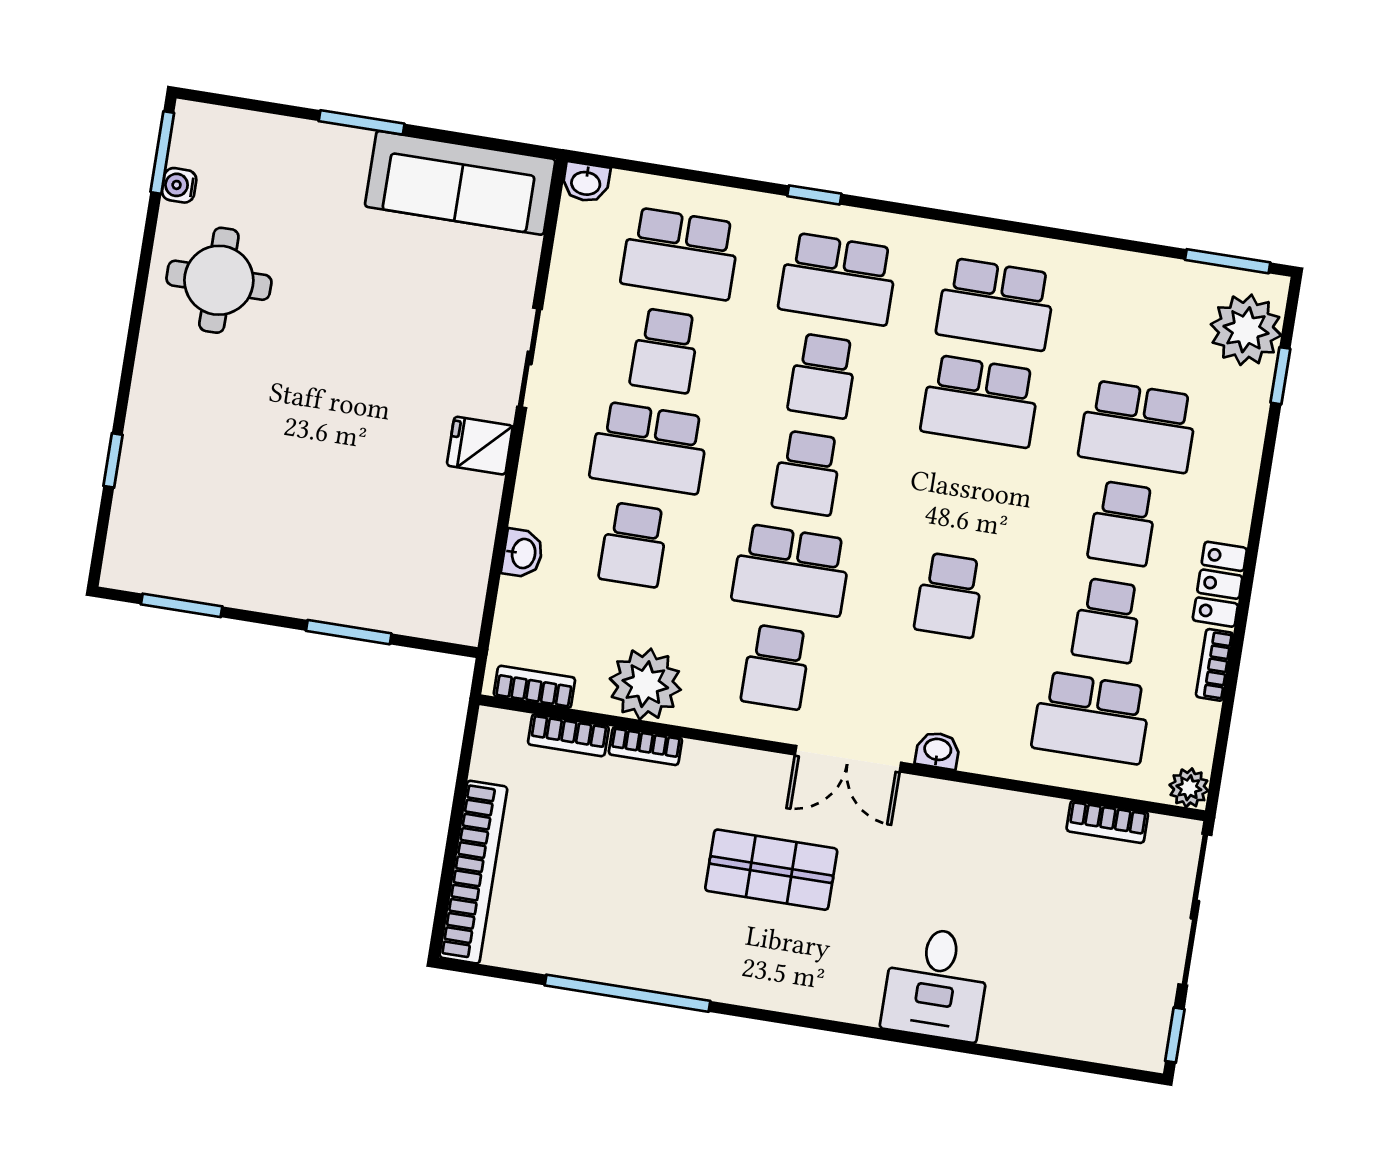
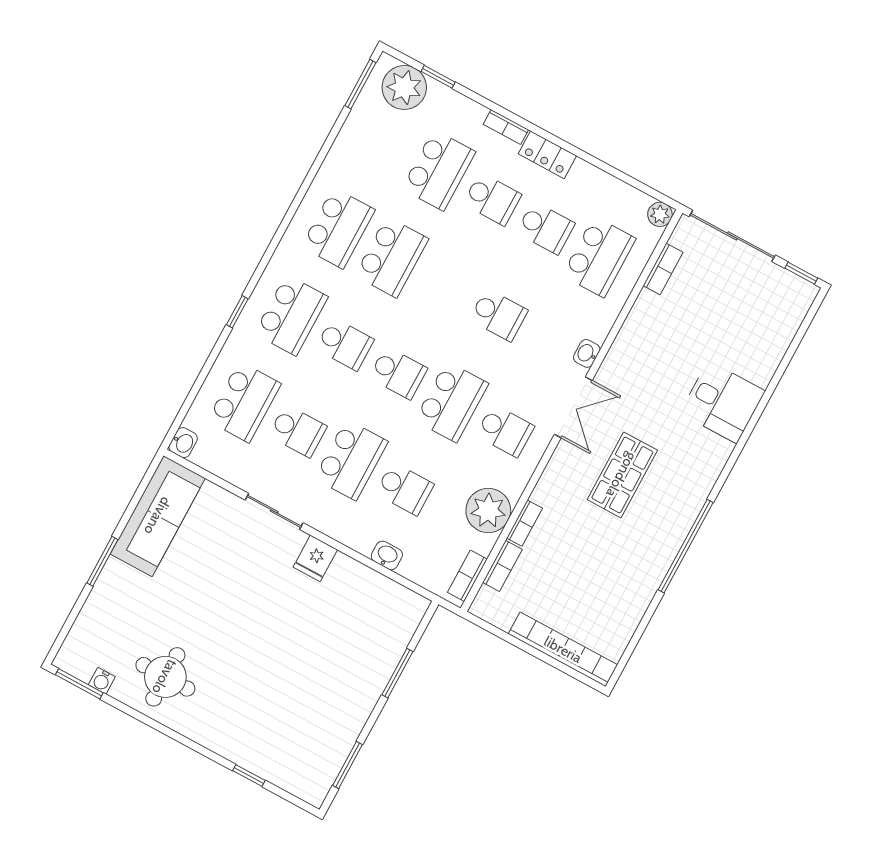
bookcase: (1215, 665) -> (506, 127), moved
window: (628, 993) -> (686, 546), moved

